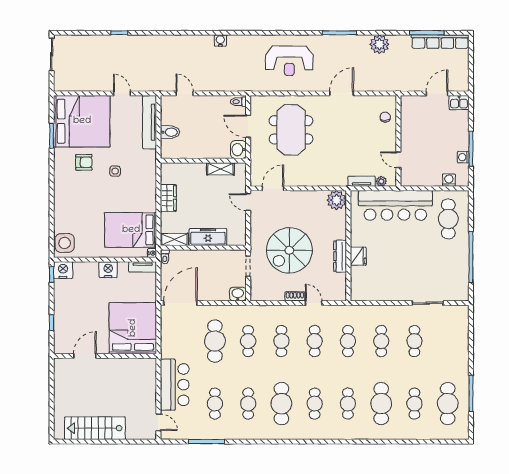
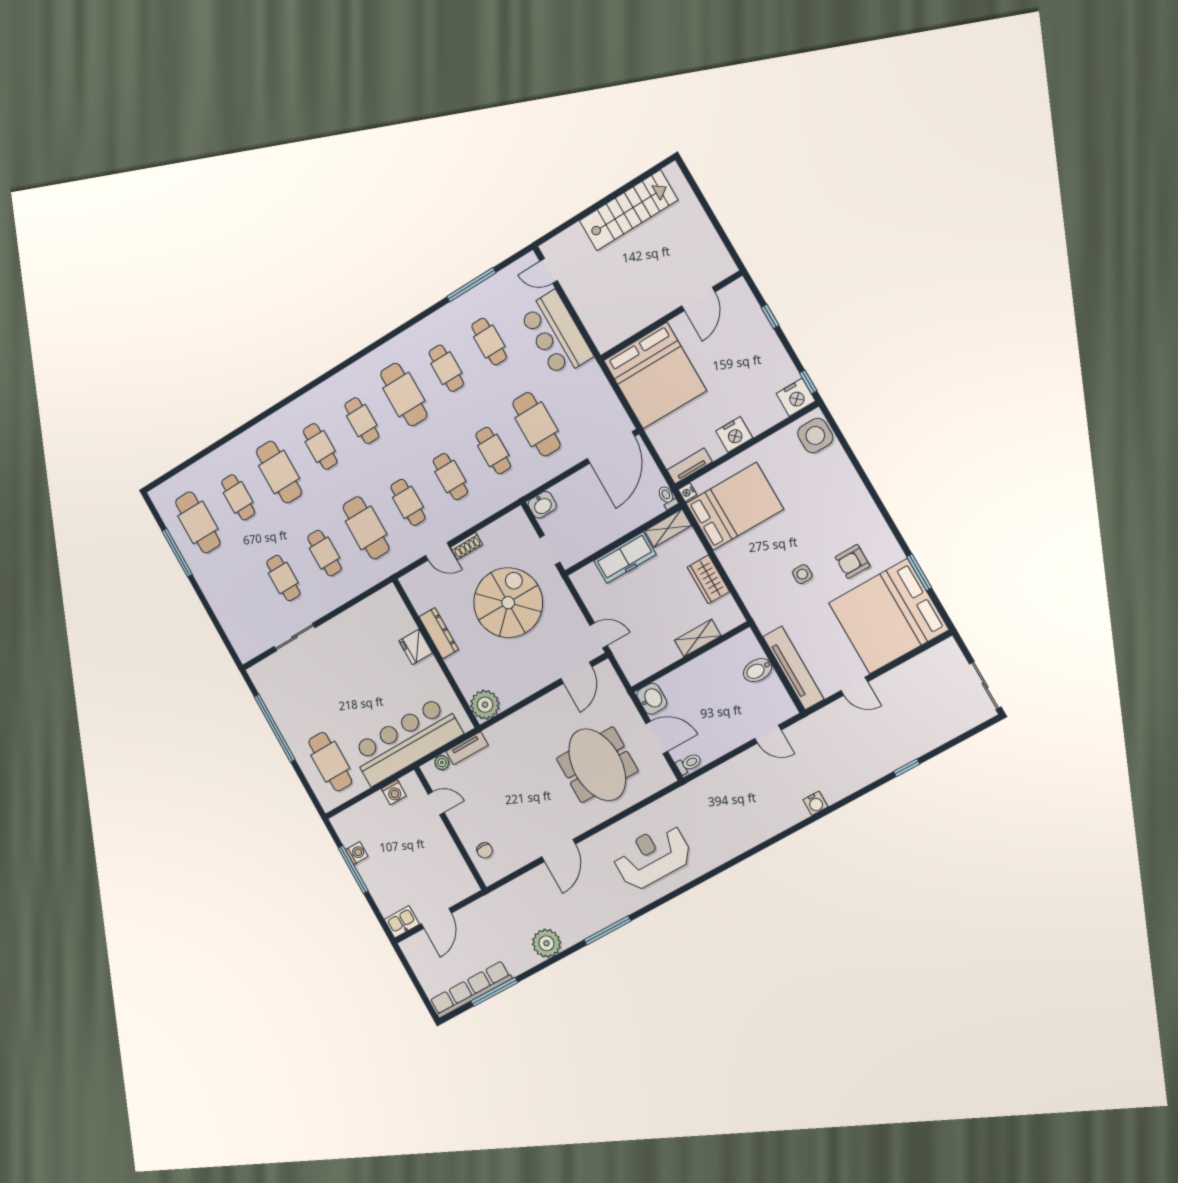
water cooler: (220, 41) -> (815, 803), moved
shelving: (220, 169) -> (698, 638), moved
washing machine: (449, 180) -> (394, 792), moved
cafe table: (348, 341) -> (366, 528), width x1.37, depth x1.35

